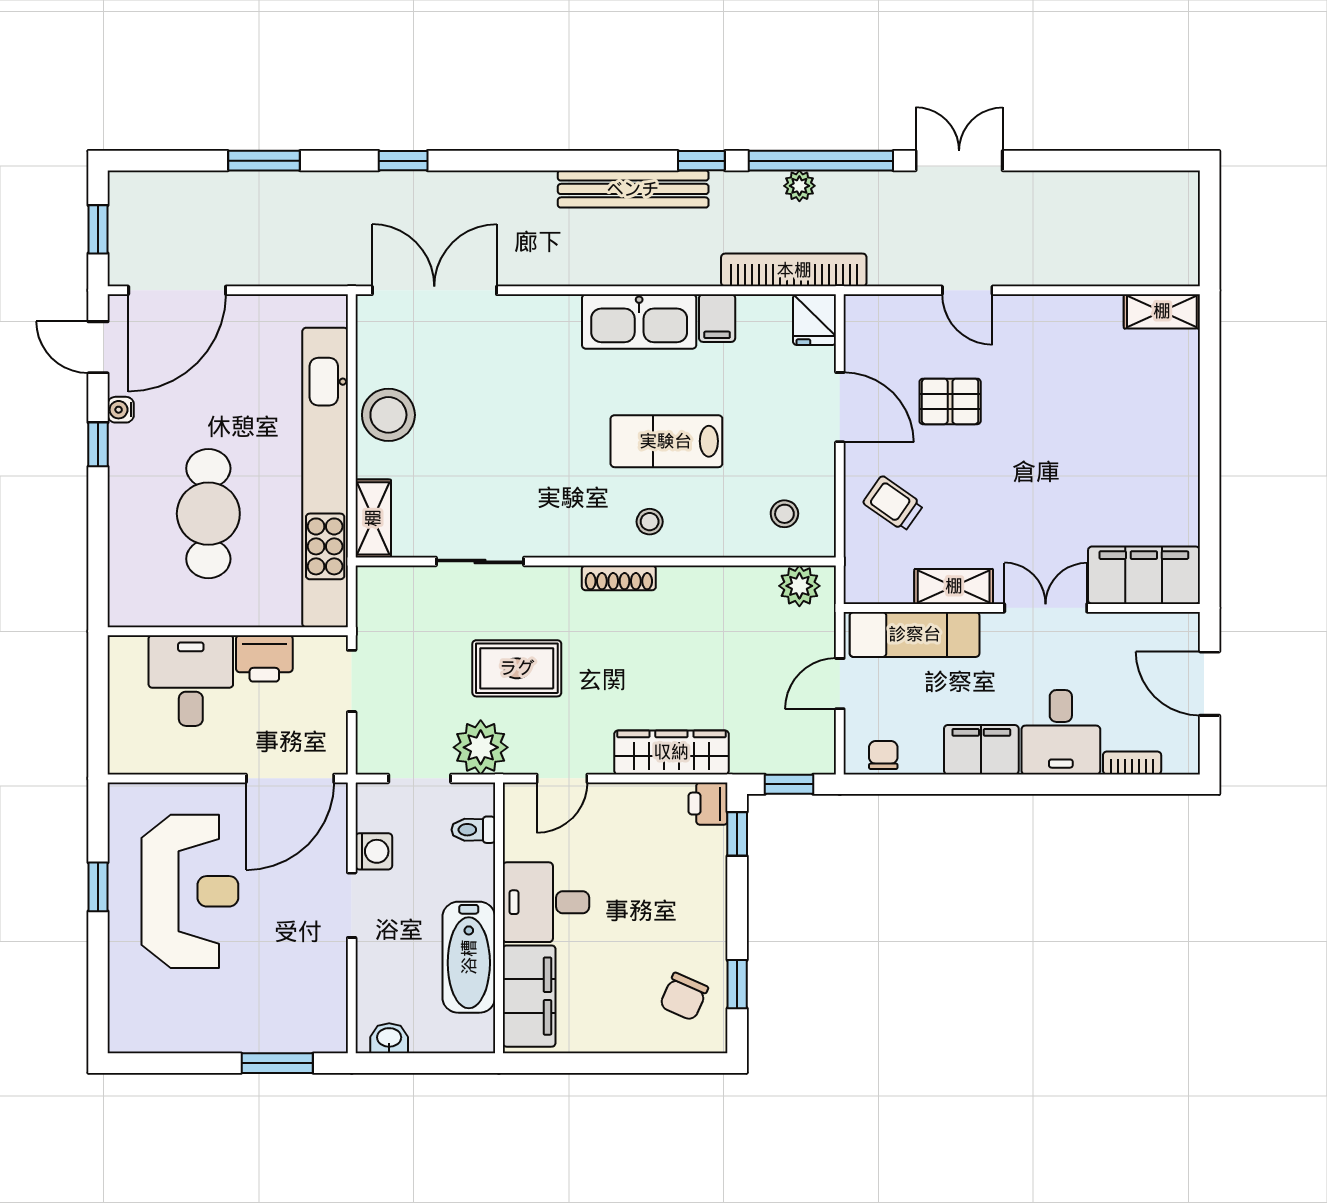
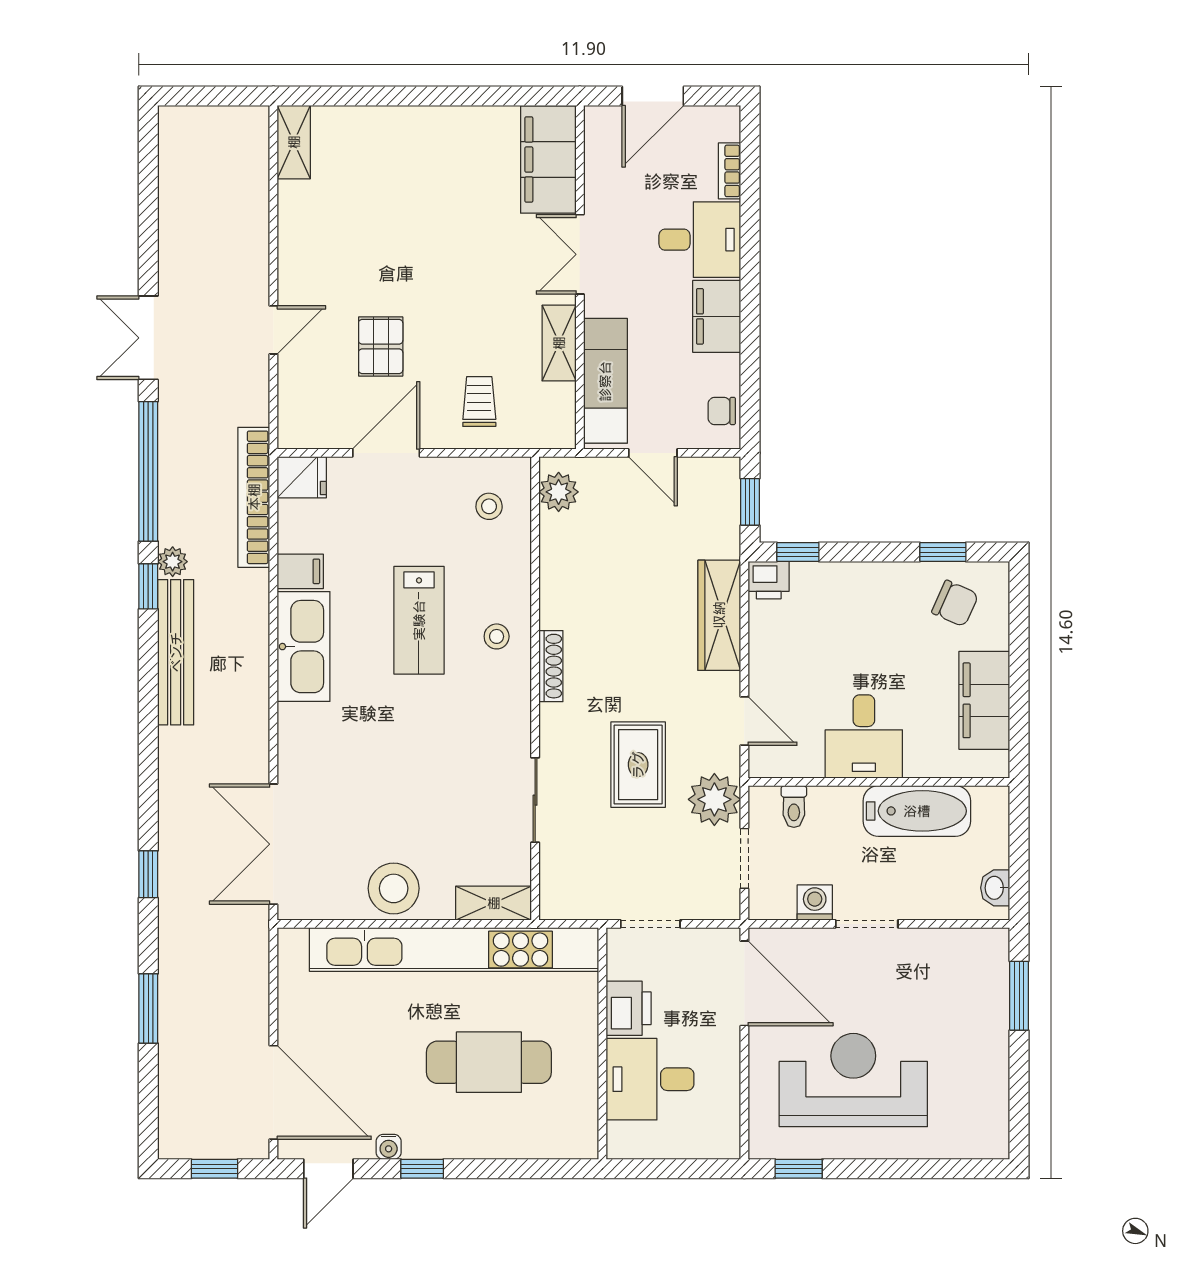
plant: (799, 186) -> (173, 562), moved
trolley: (893, 504) -> (479, 401), turned 145
window: (98, 887) -> (799, 1169), moved
filing cabinet: (529, 996) -> (984, 700), moved, turned -90

